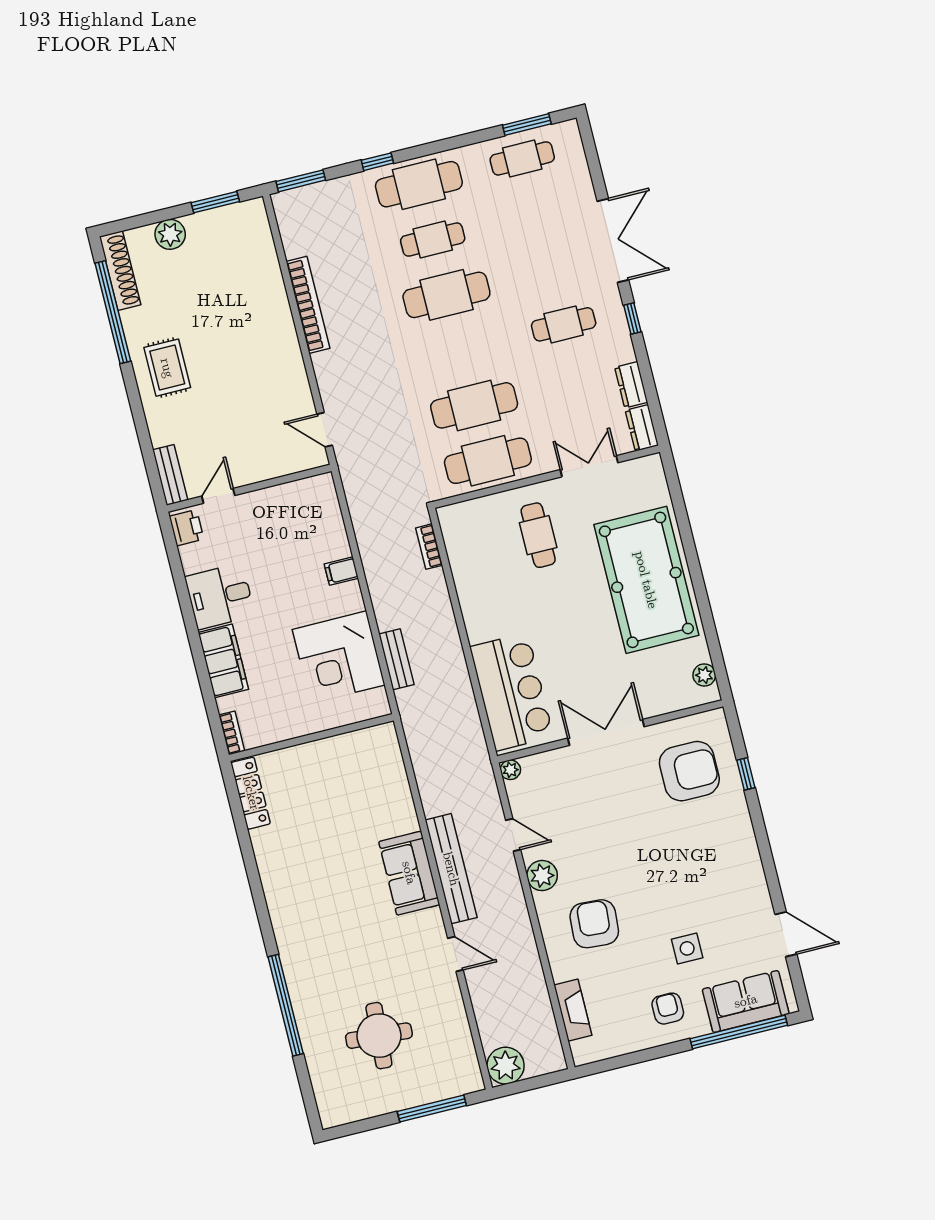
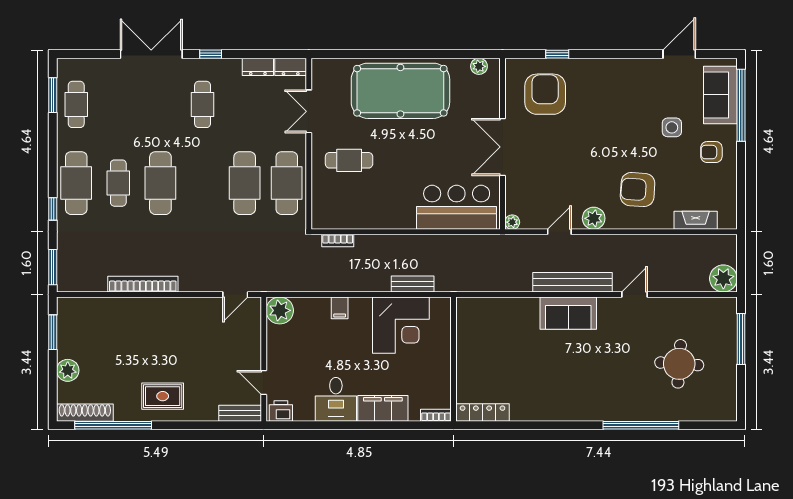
plant: (318, 493) -> (280, 310), added

